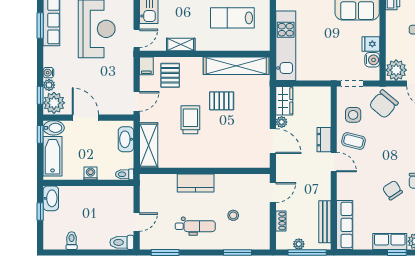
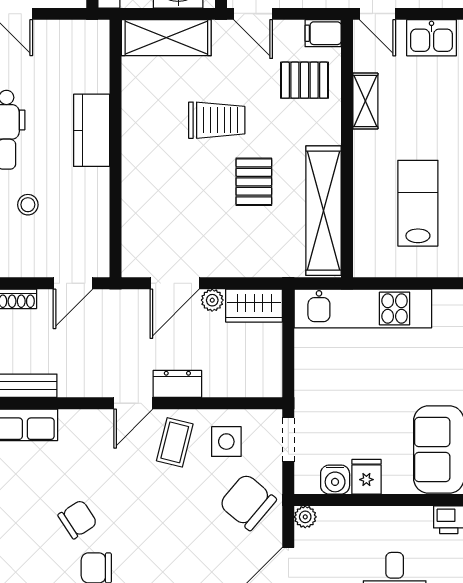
plant: (396, 70) -> (305, 517), width x0.53, depth x0.53
door: (273, 193) -> (73, 283), hinge flipped

